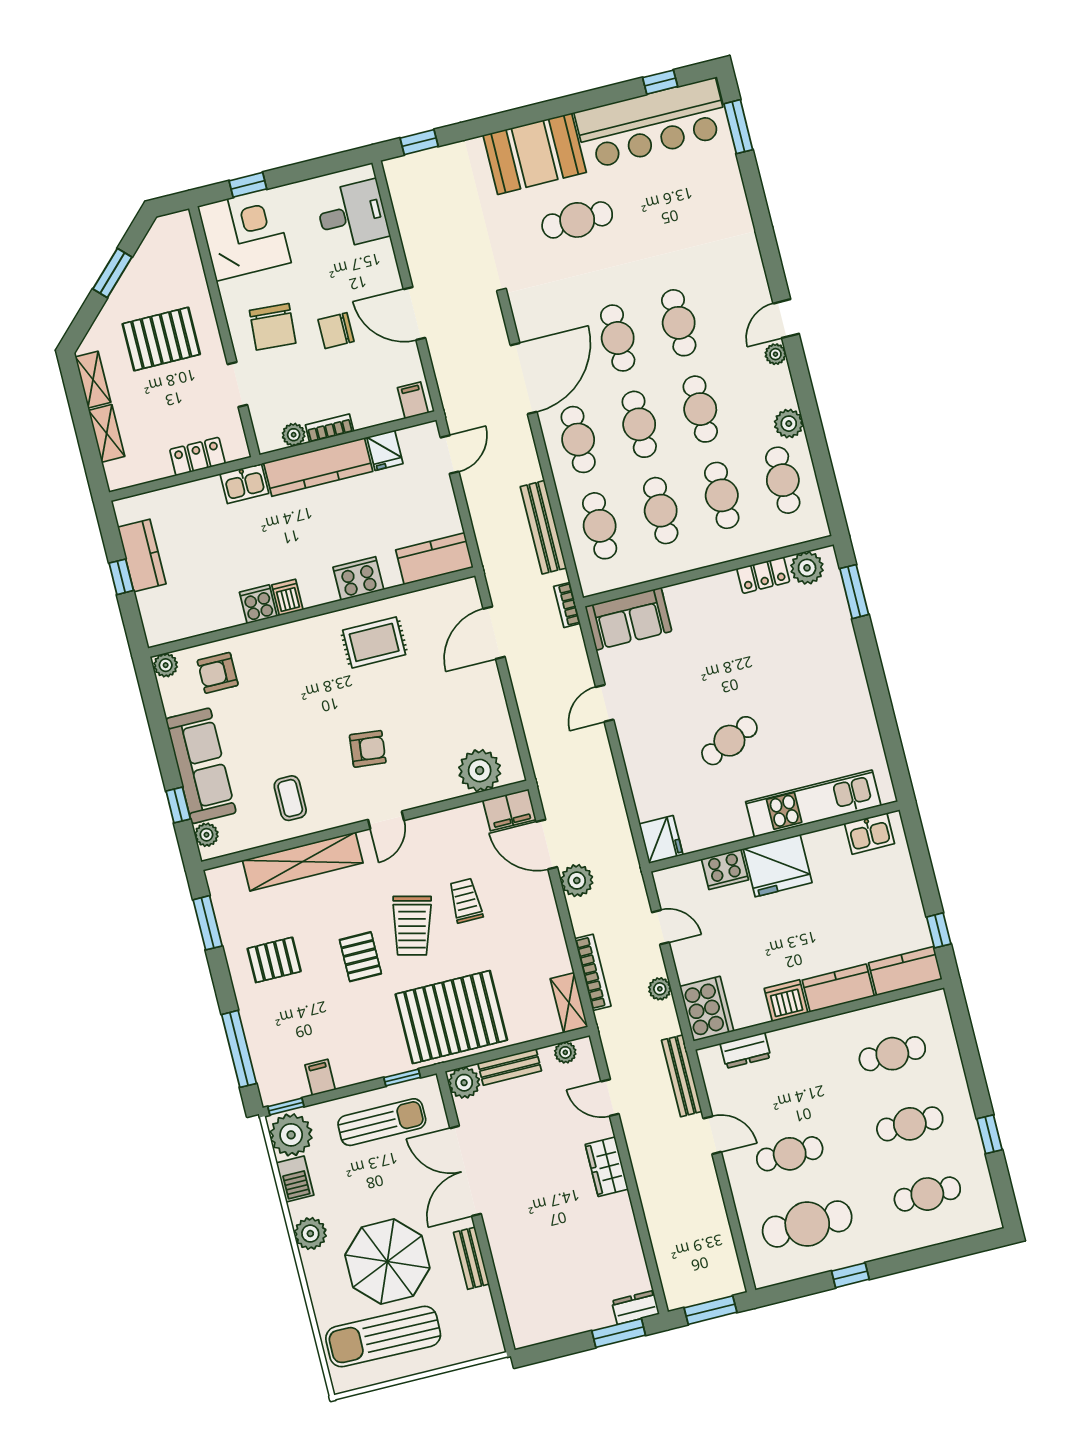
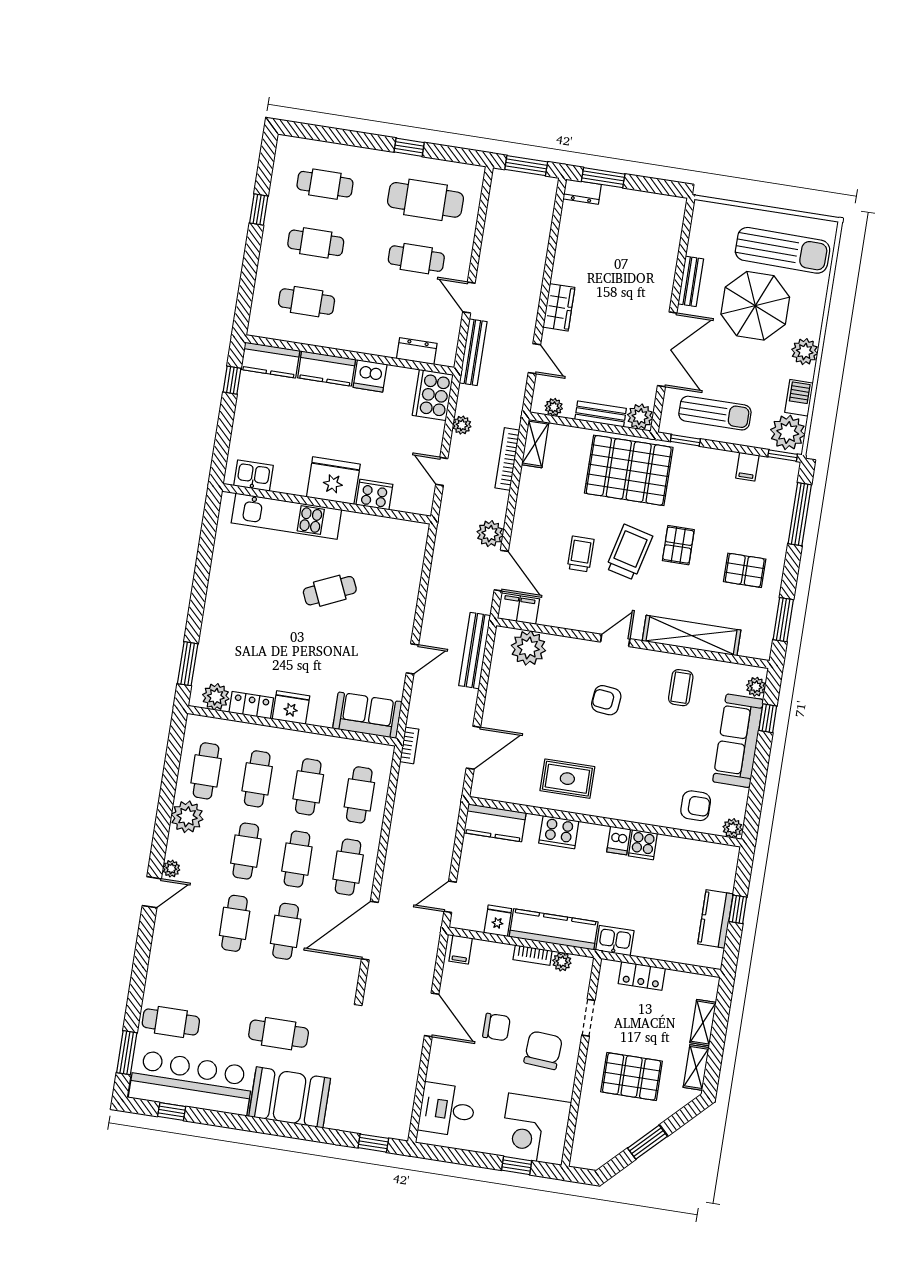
cafe table: (703, 182) -> (171, 1022), added
plant: (789, 424) -> (187, 817), width x1.36, depth x1.36
bench: (543, 527) -> (475, 651), moved
fridge: (661, 839) -> (291, 708), moved, turned 90
trolley: (466, 901) -> (581, 554), turned 180
sun lounger: (382, 1122) -> (715, 413), turned 180

